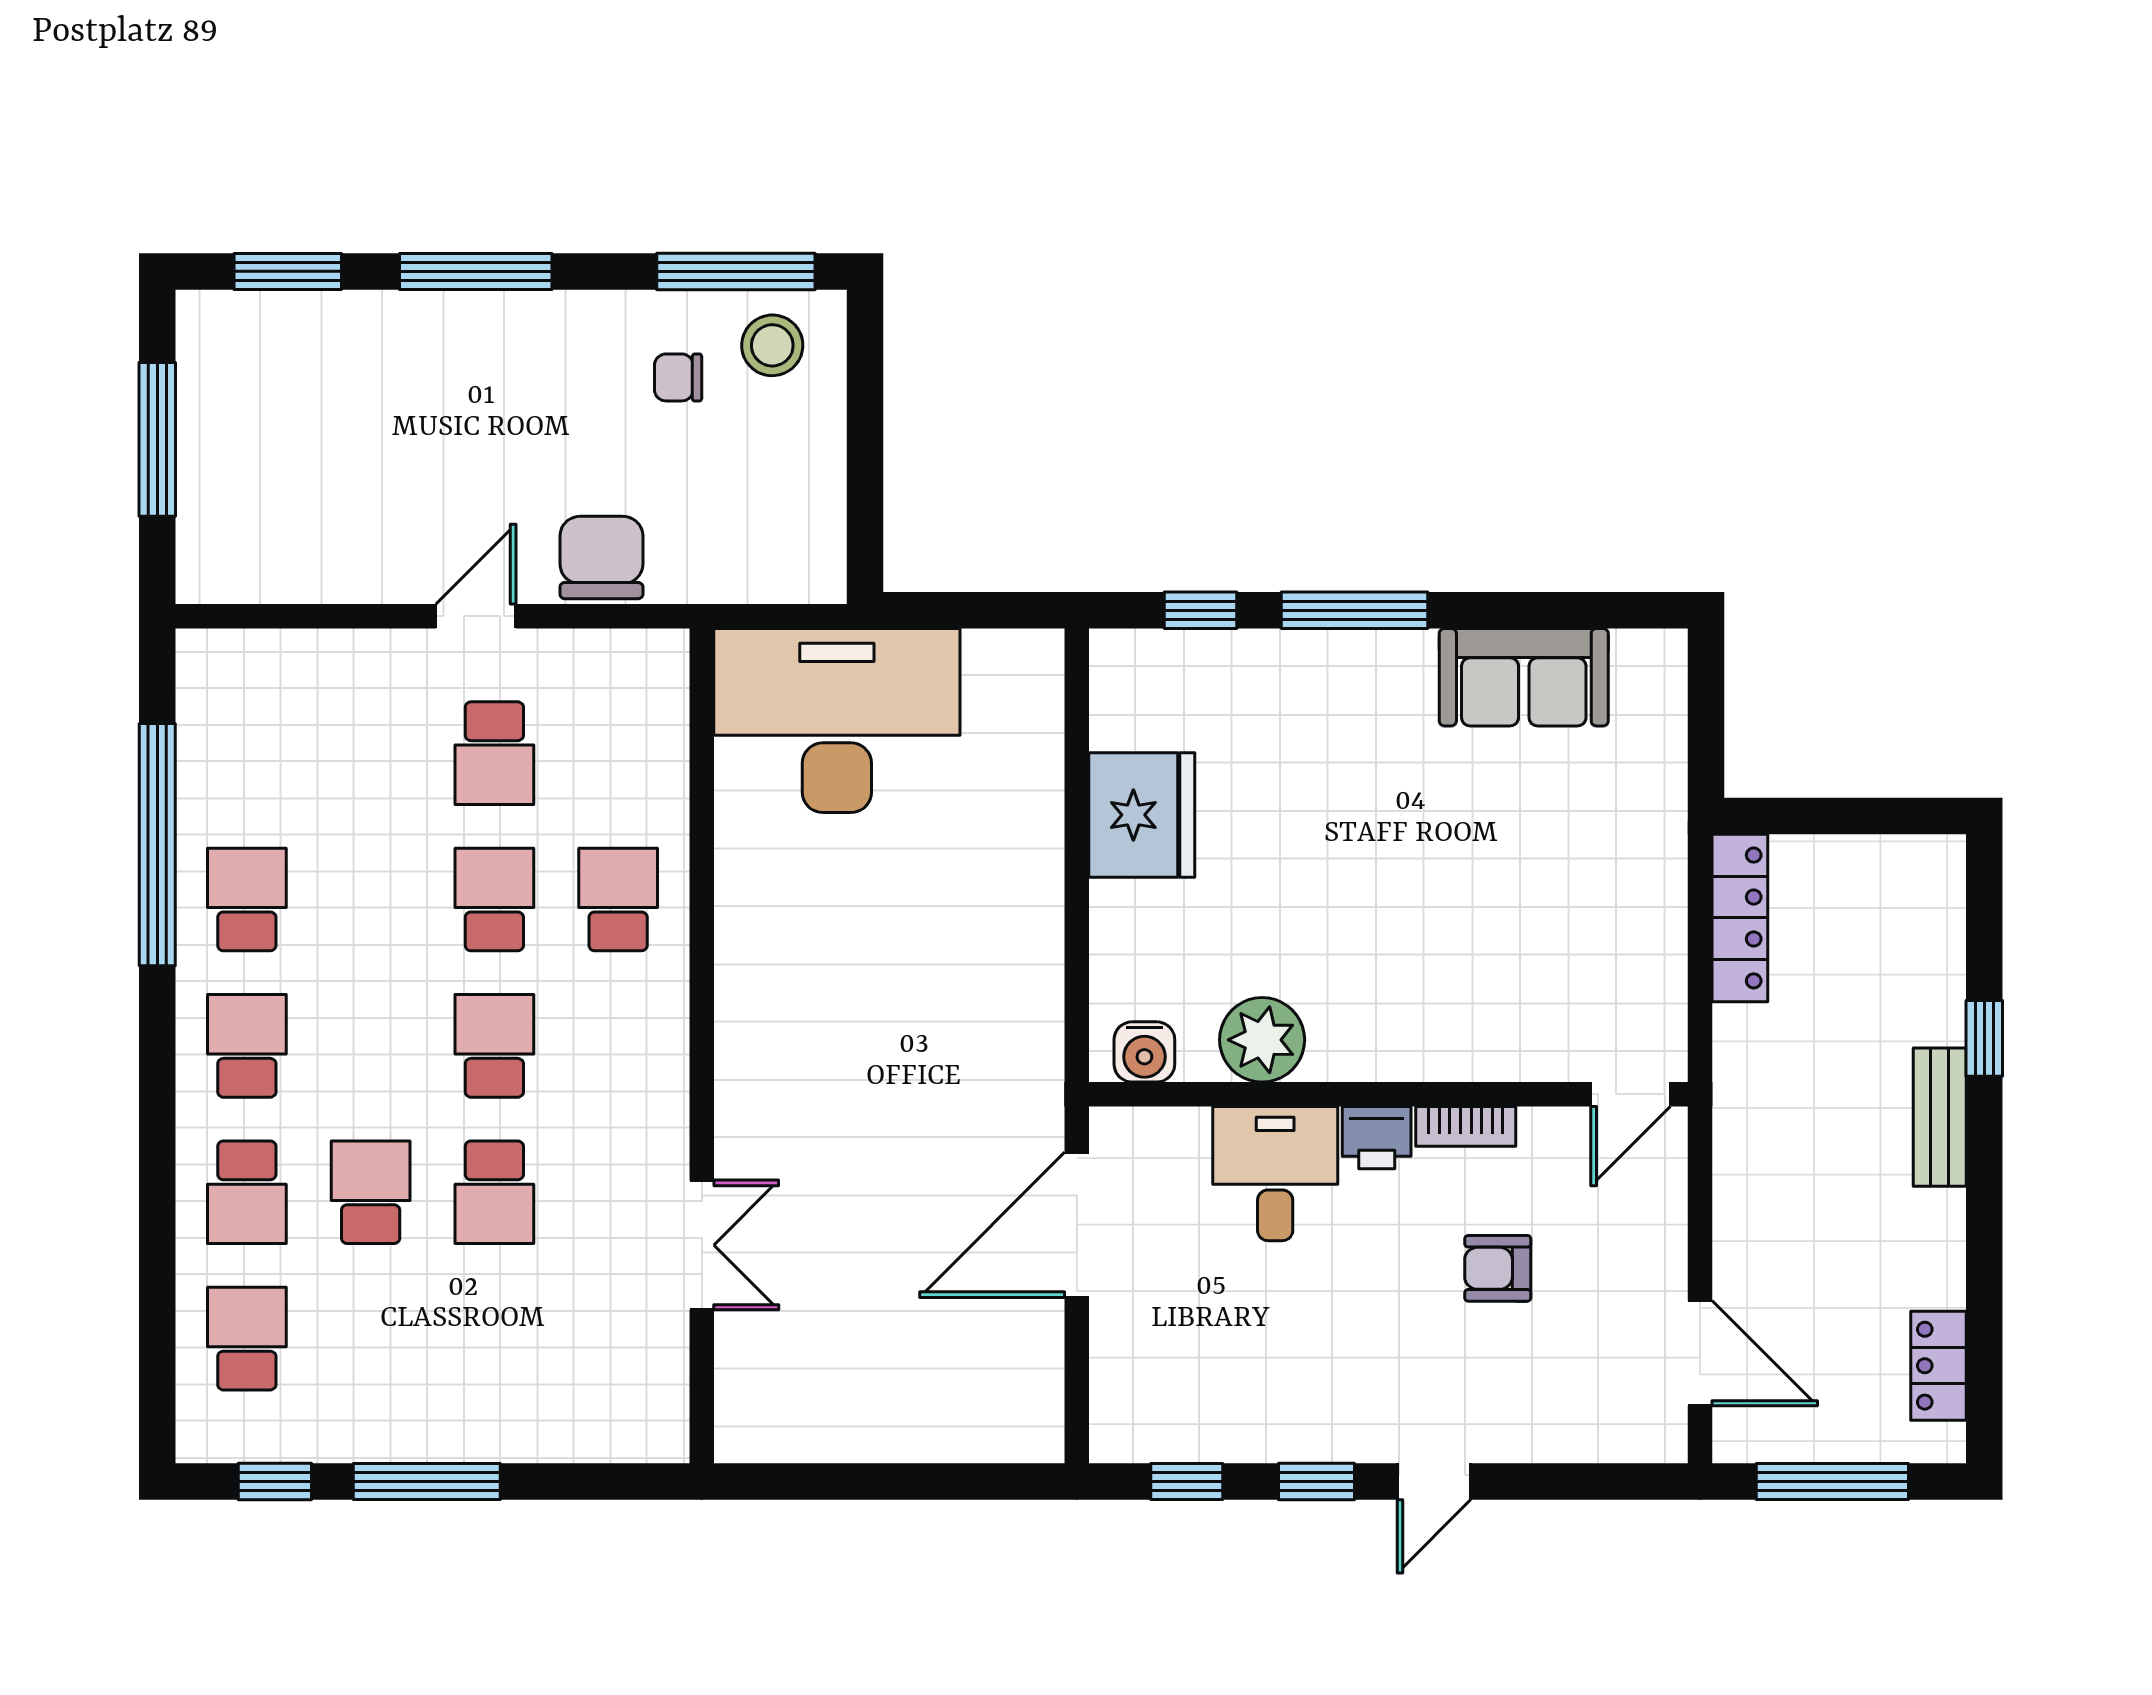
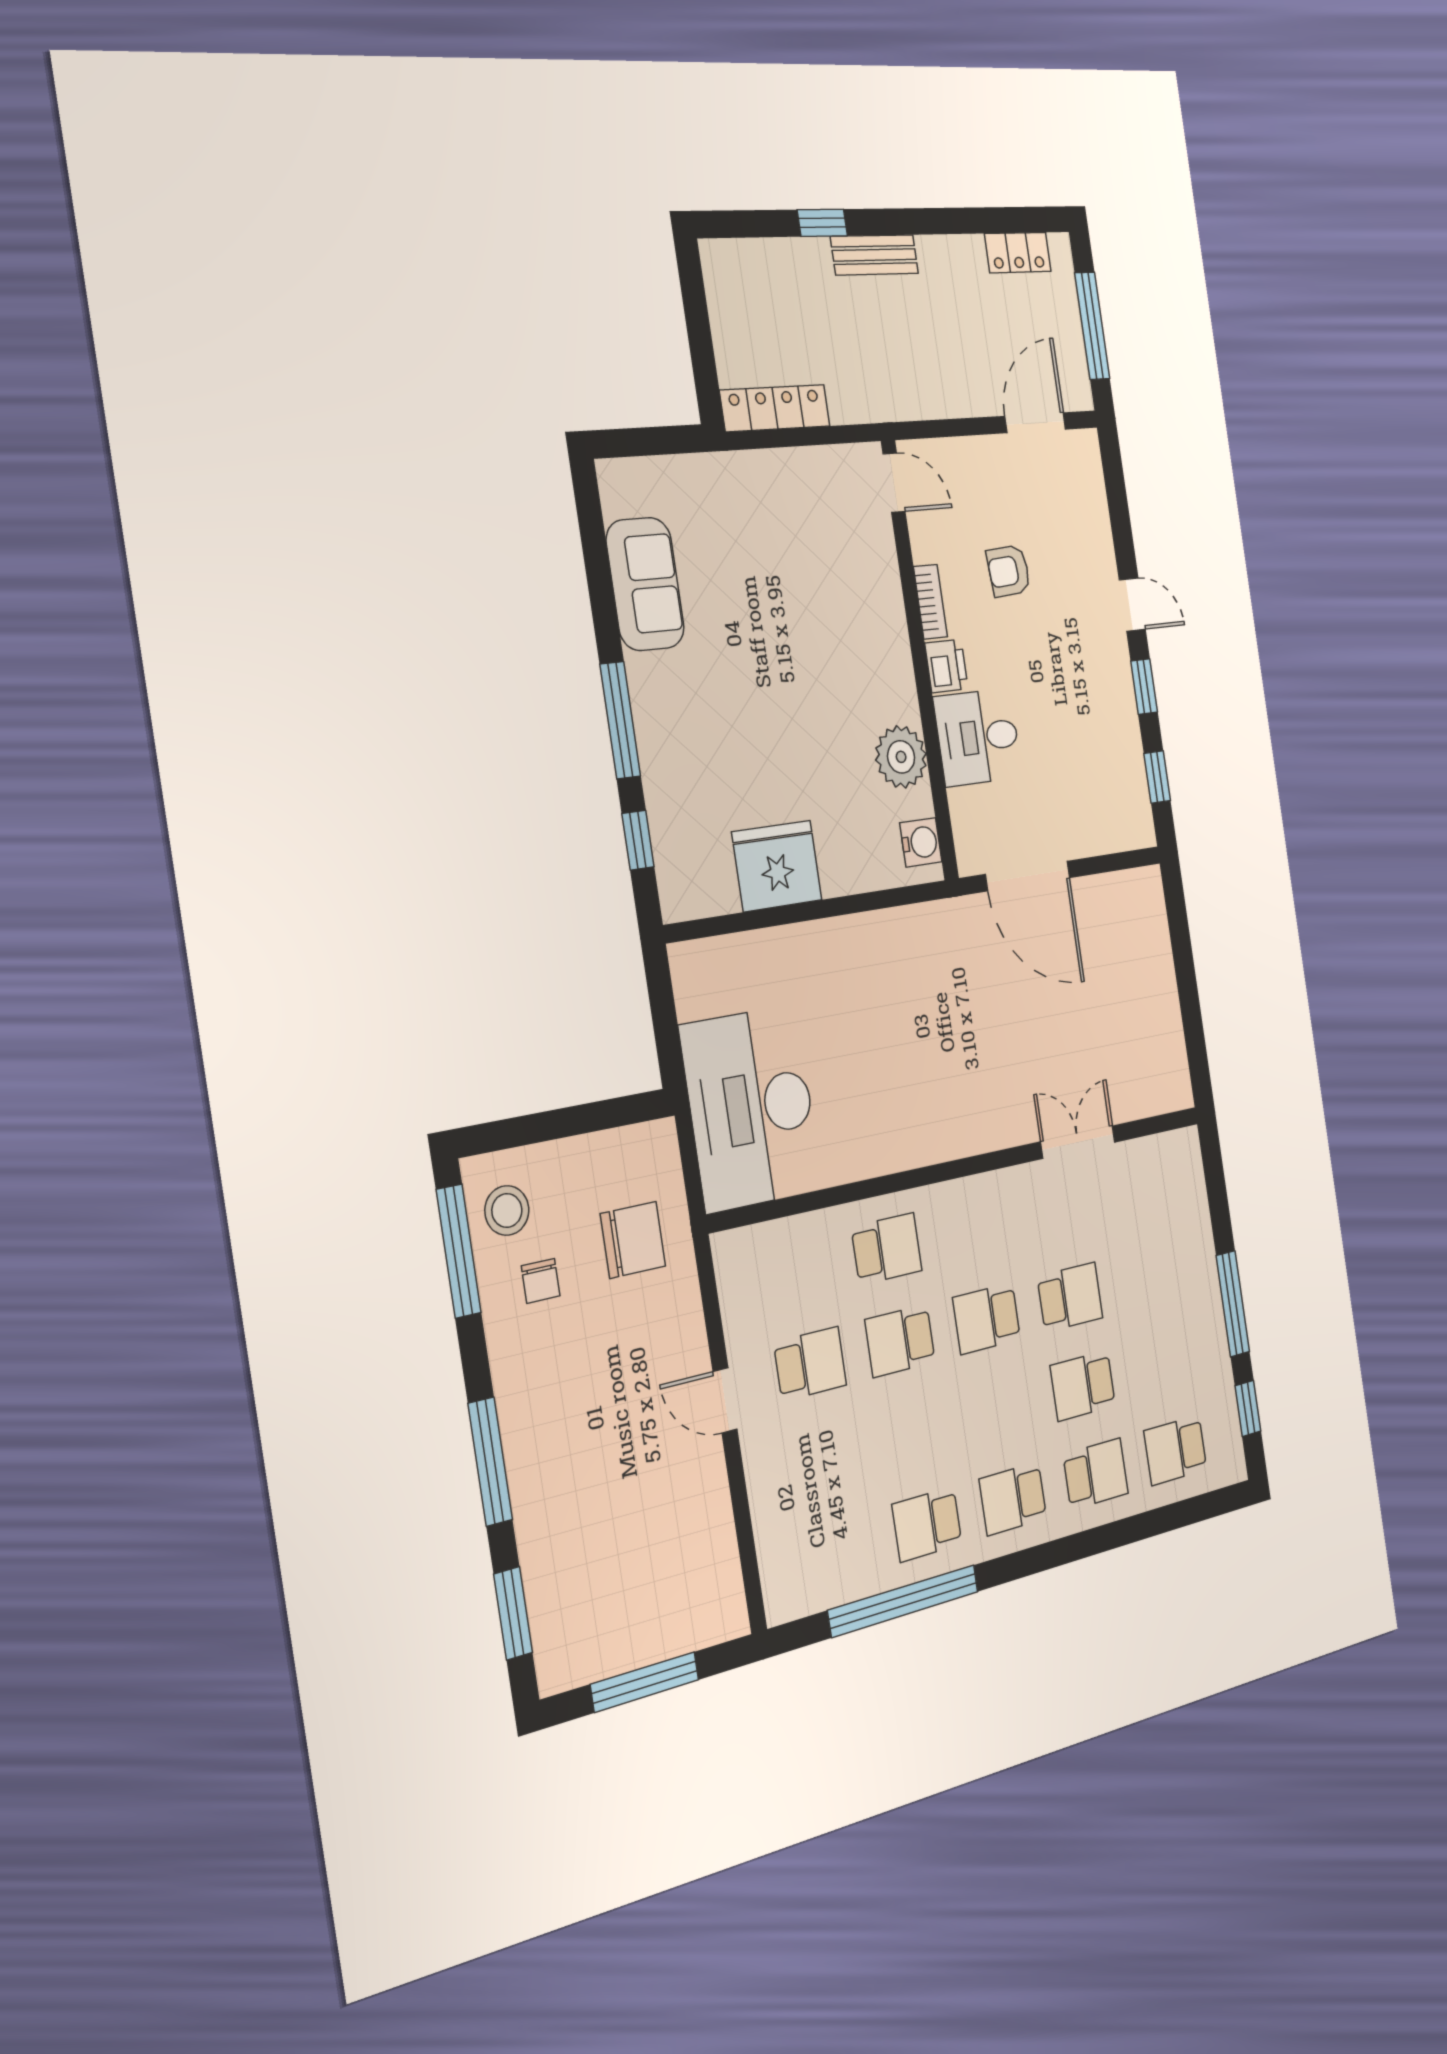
chair: (601, 557) -> (633, 1240), moved, turned 180
school desk: (618, 900) -> (887, 1249), turned 180
armchair: (1498, 1268) -> (1009, 571), turned 86

